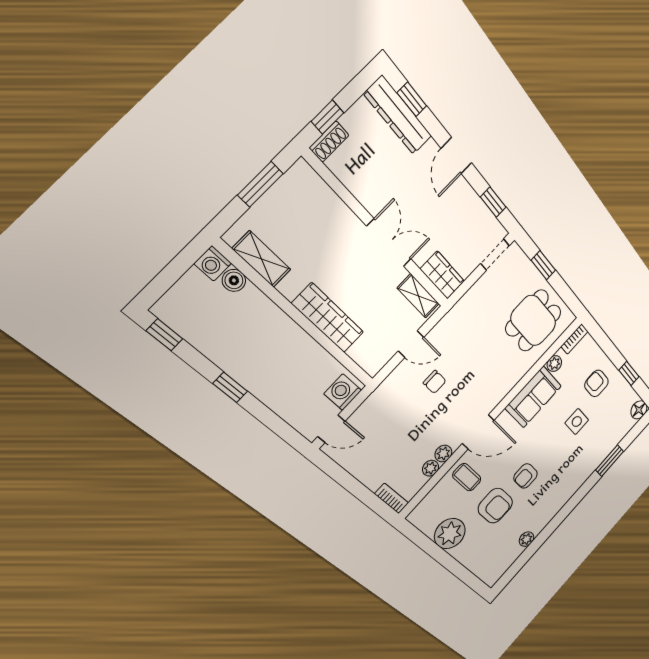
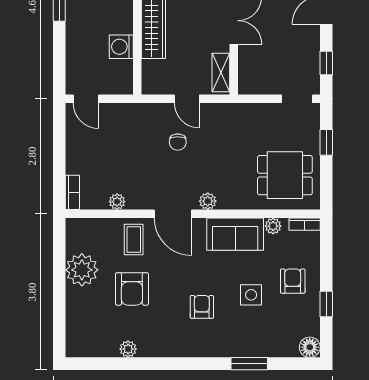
wardrobe: (442, 275) -> (249, 75), removed
washing machine: (343, 392) -> (121, 47), moved, turned -90
plant: (443, 454) -> (208, 201), moved
armchair: (525, 476) -> (202, 307), moved, turned 90

